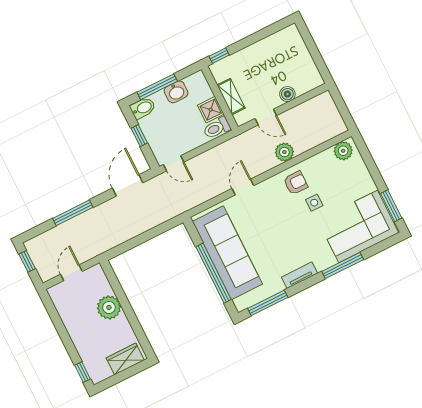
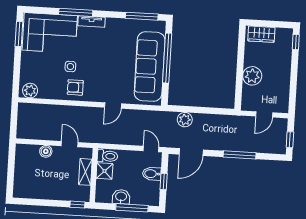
bidet: (143, 108) -> (152, 174), moved
plant: (284, 152) -> (185, 120), moved
tv unit: (300, 275) -> (92, 22), moved

